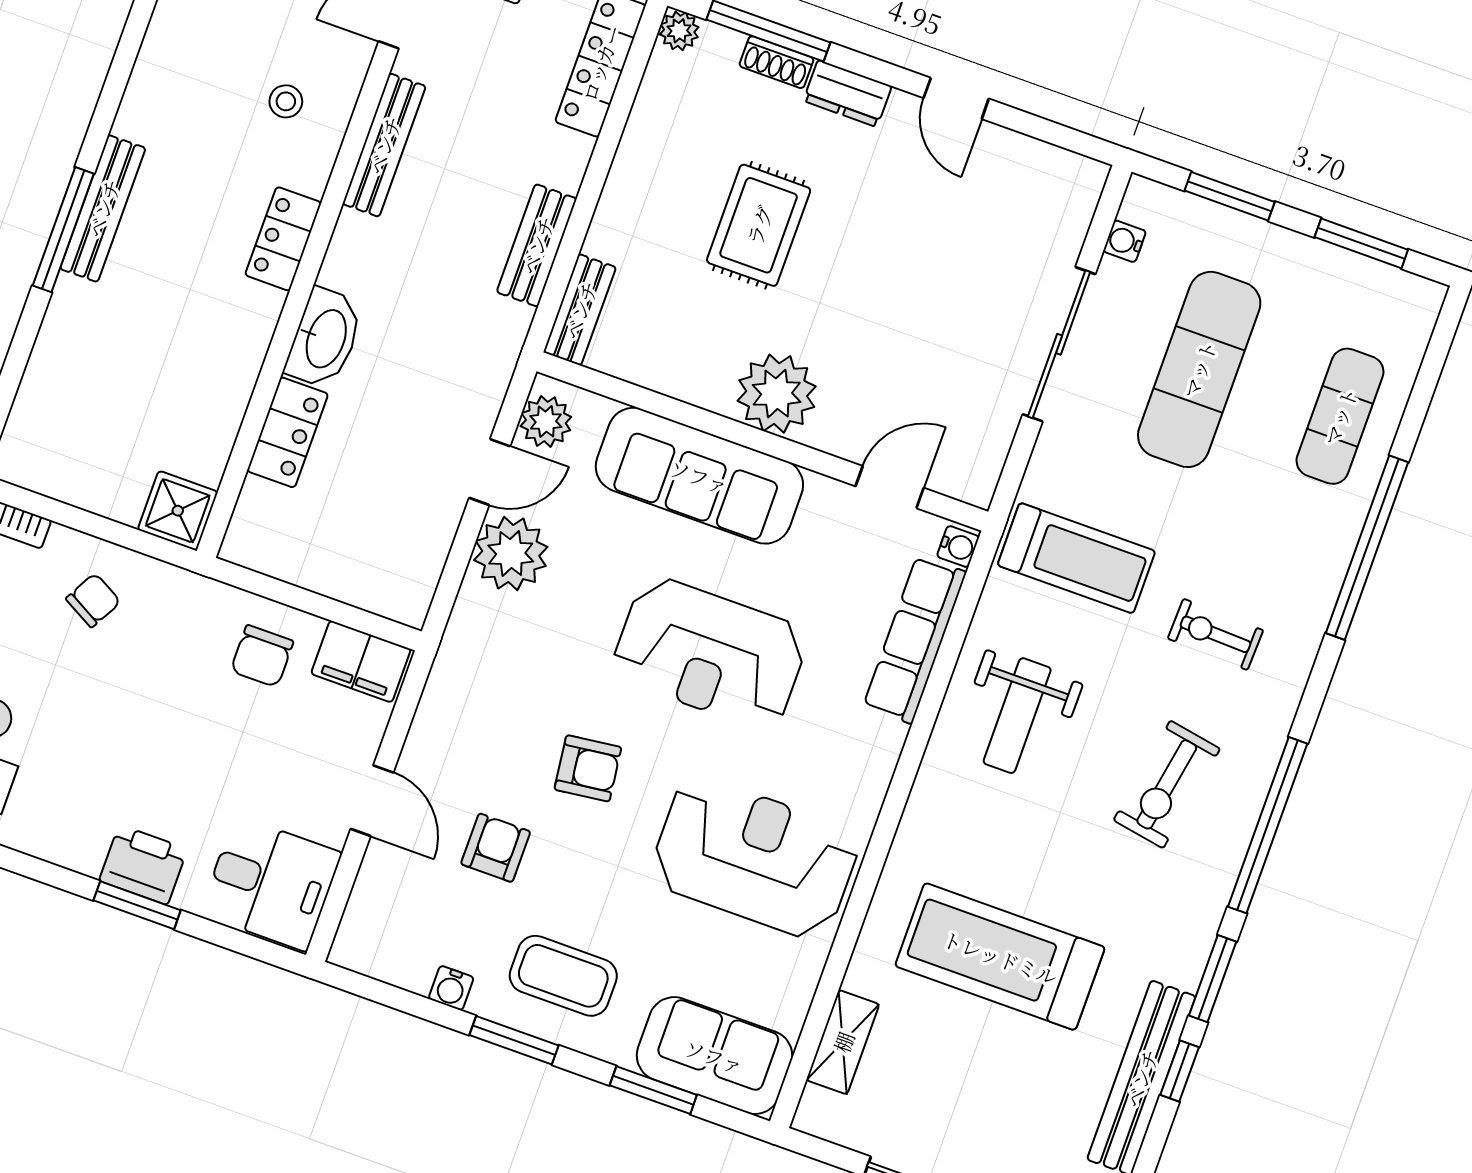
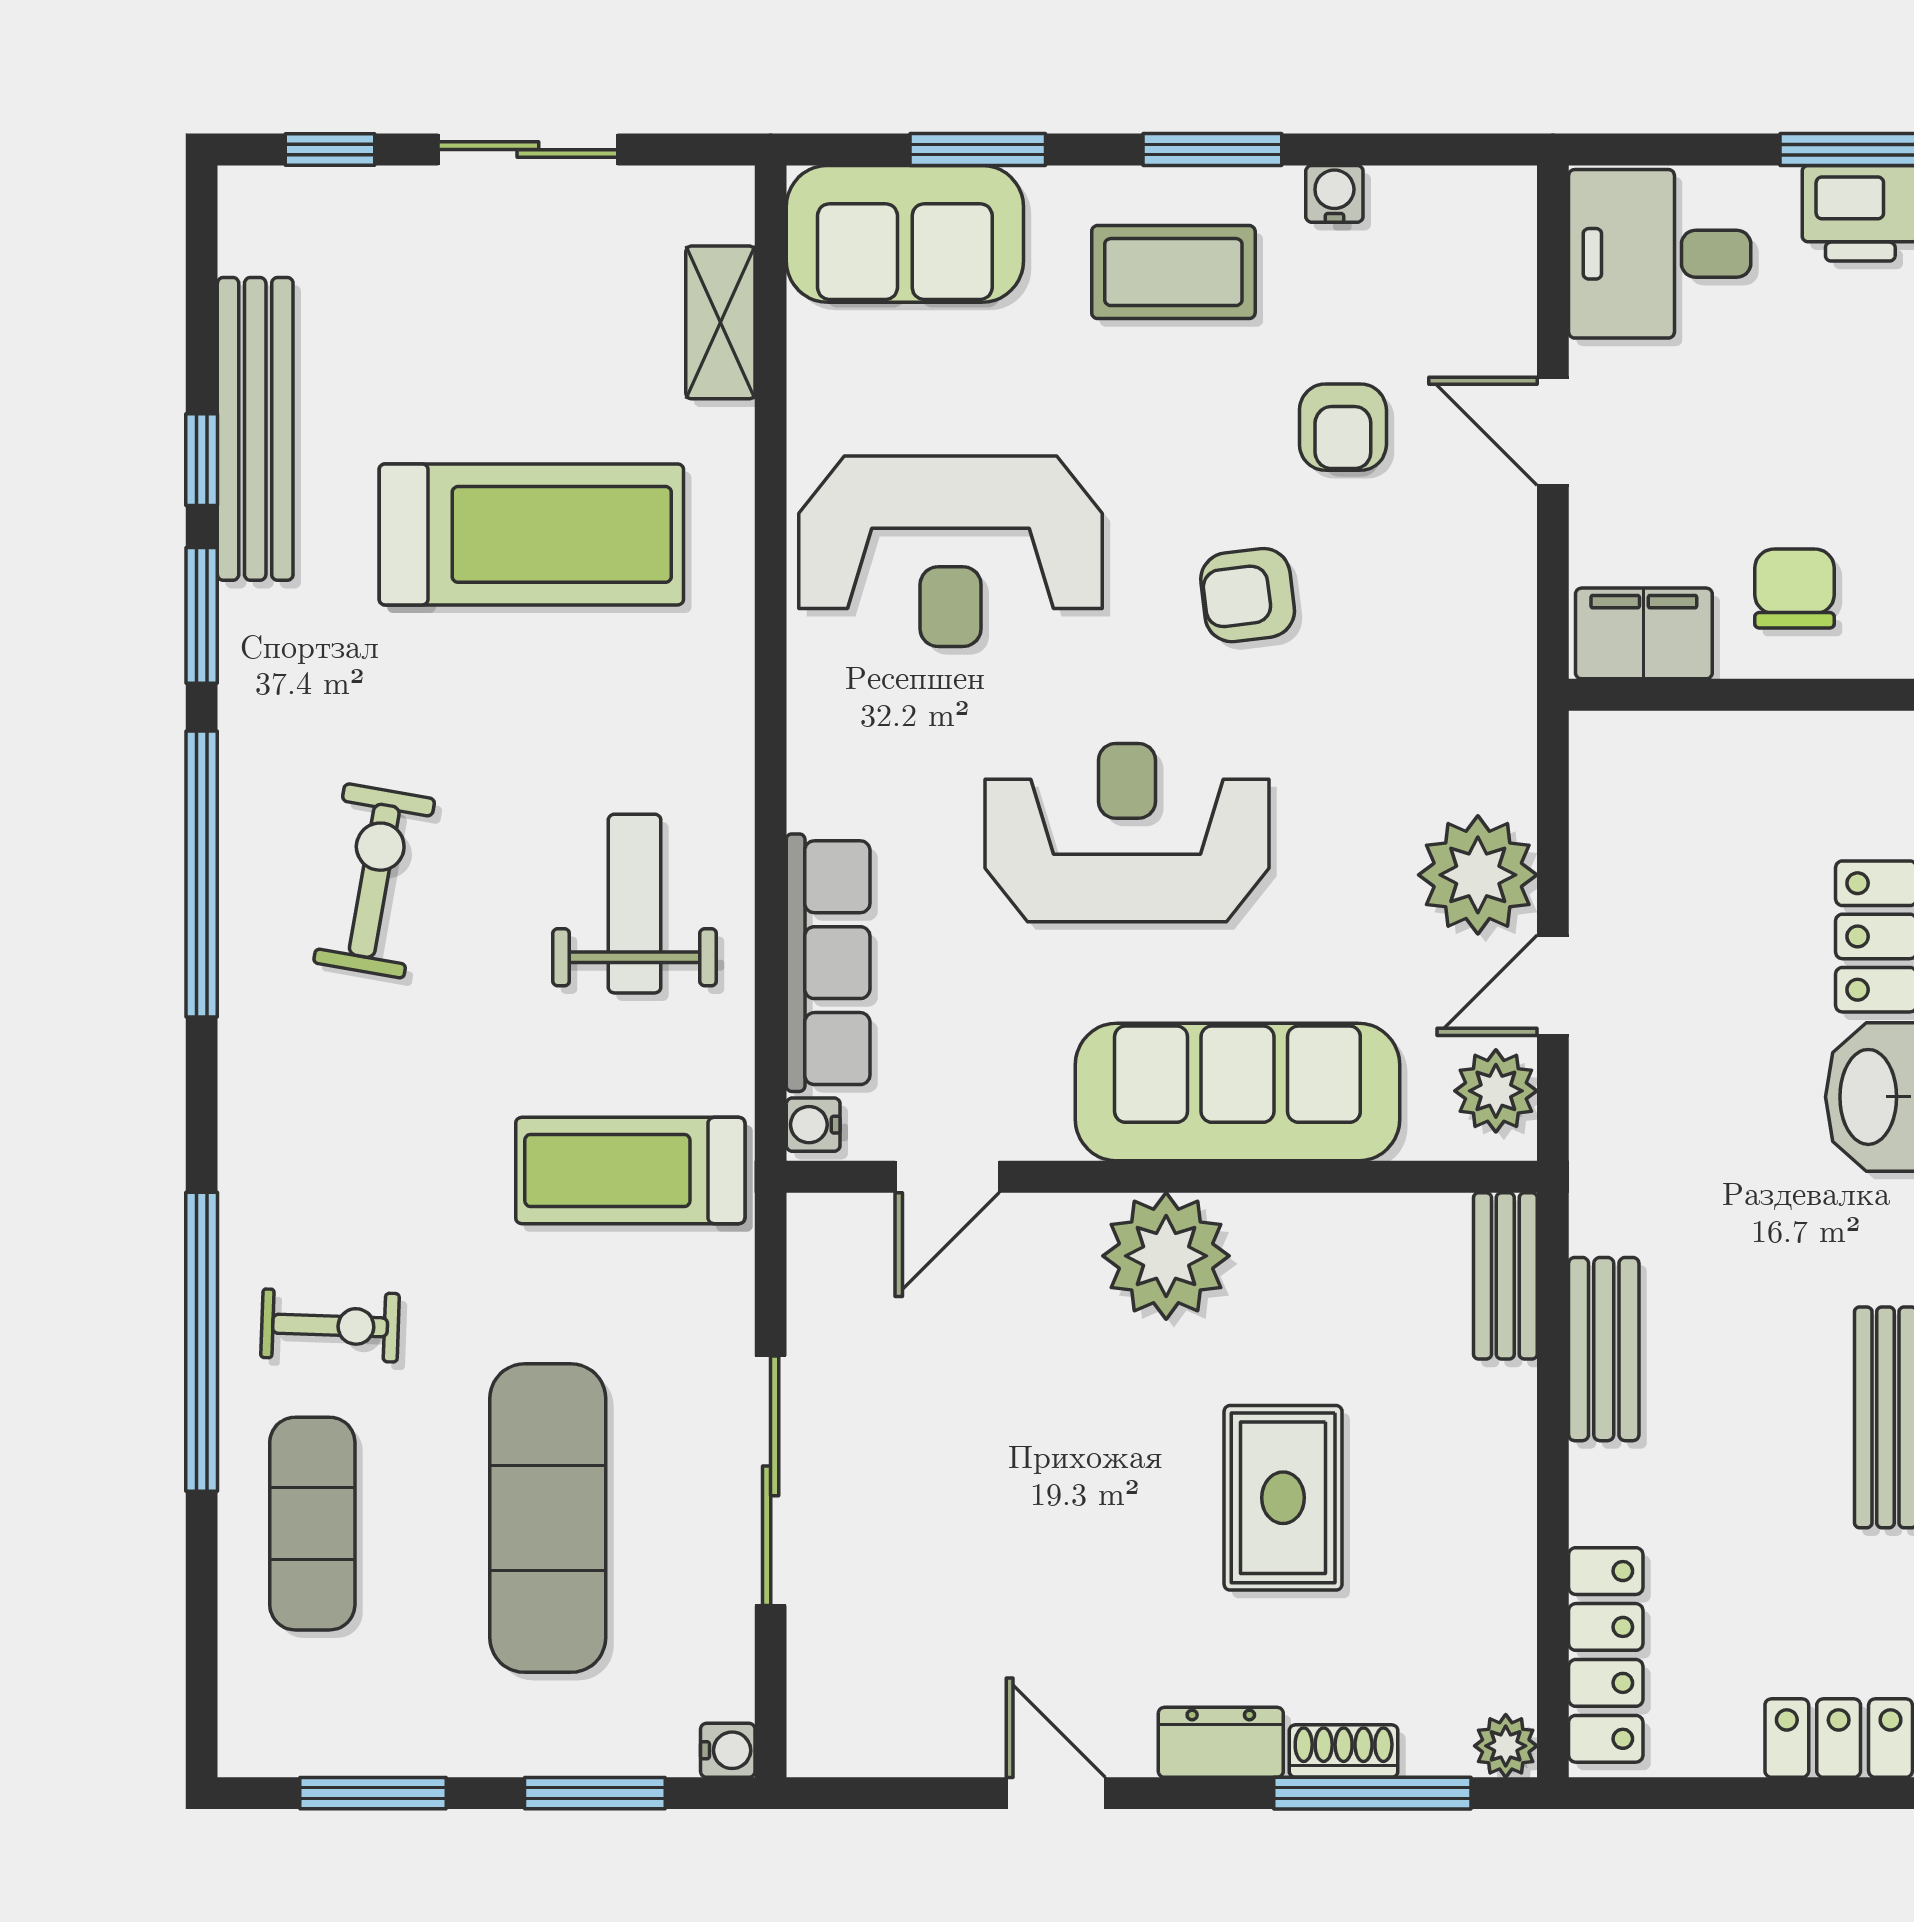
water cooler: (1125, 241) -> (728, 1750), moved
exercise bike: (1215, 634) -> (330, 1326), moved

